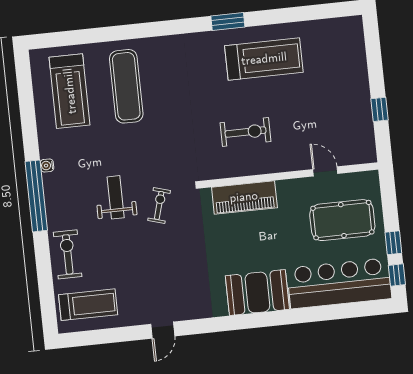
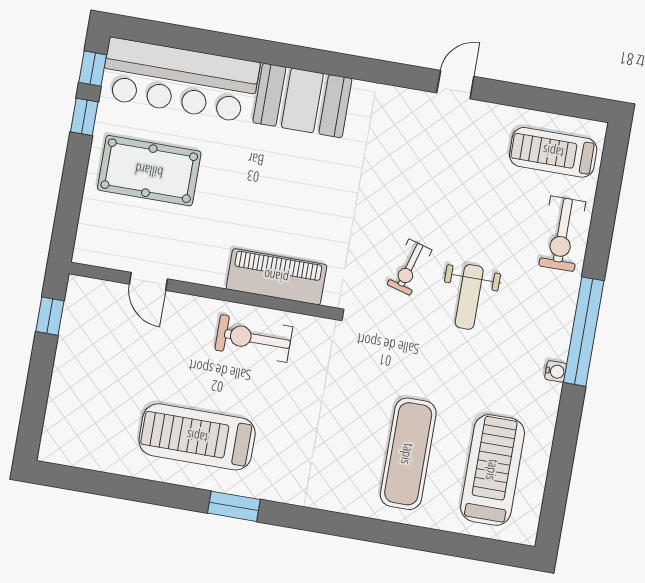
door: (325, 171) -> (148, 281), moved
wall: (290, 175) -> (201, 290), moved
piano: (244, 197) -> (276, 277), moved

